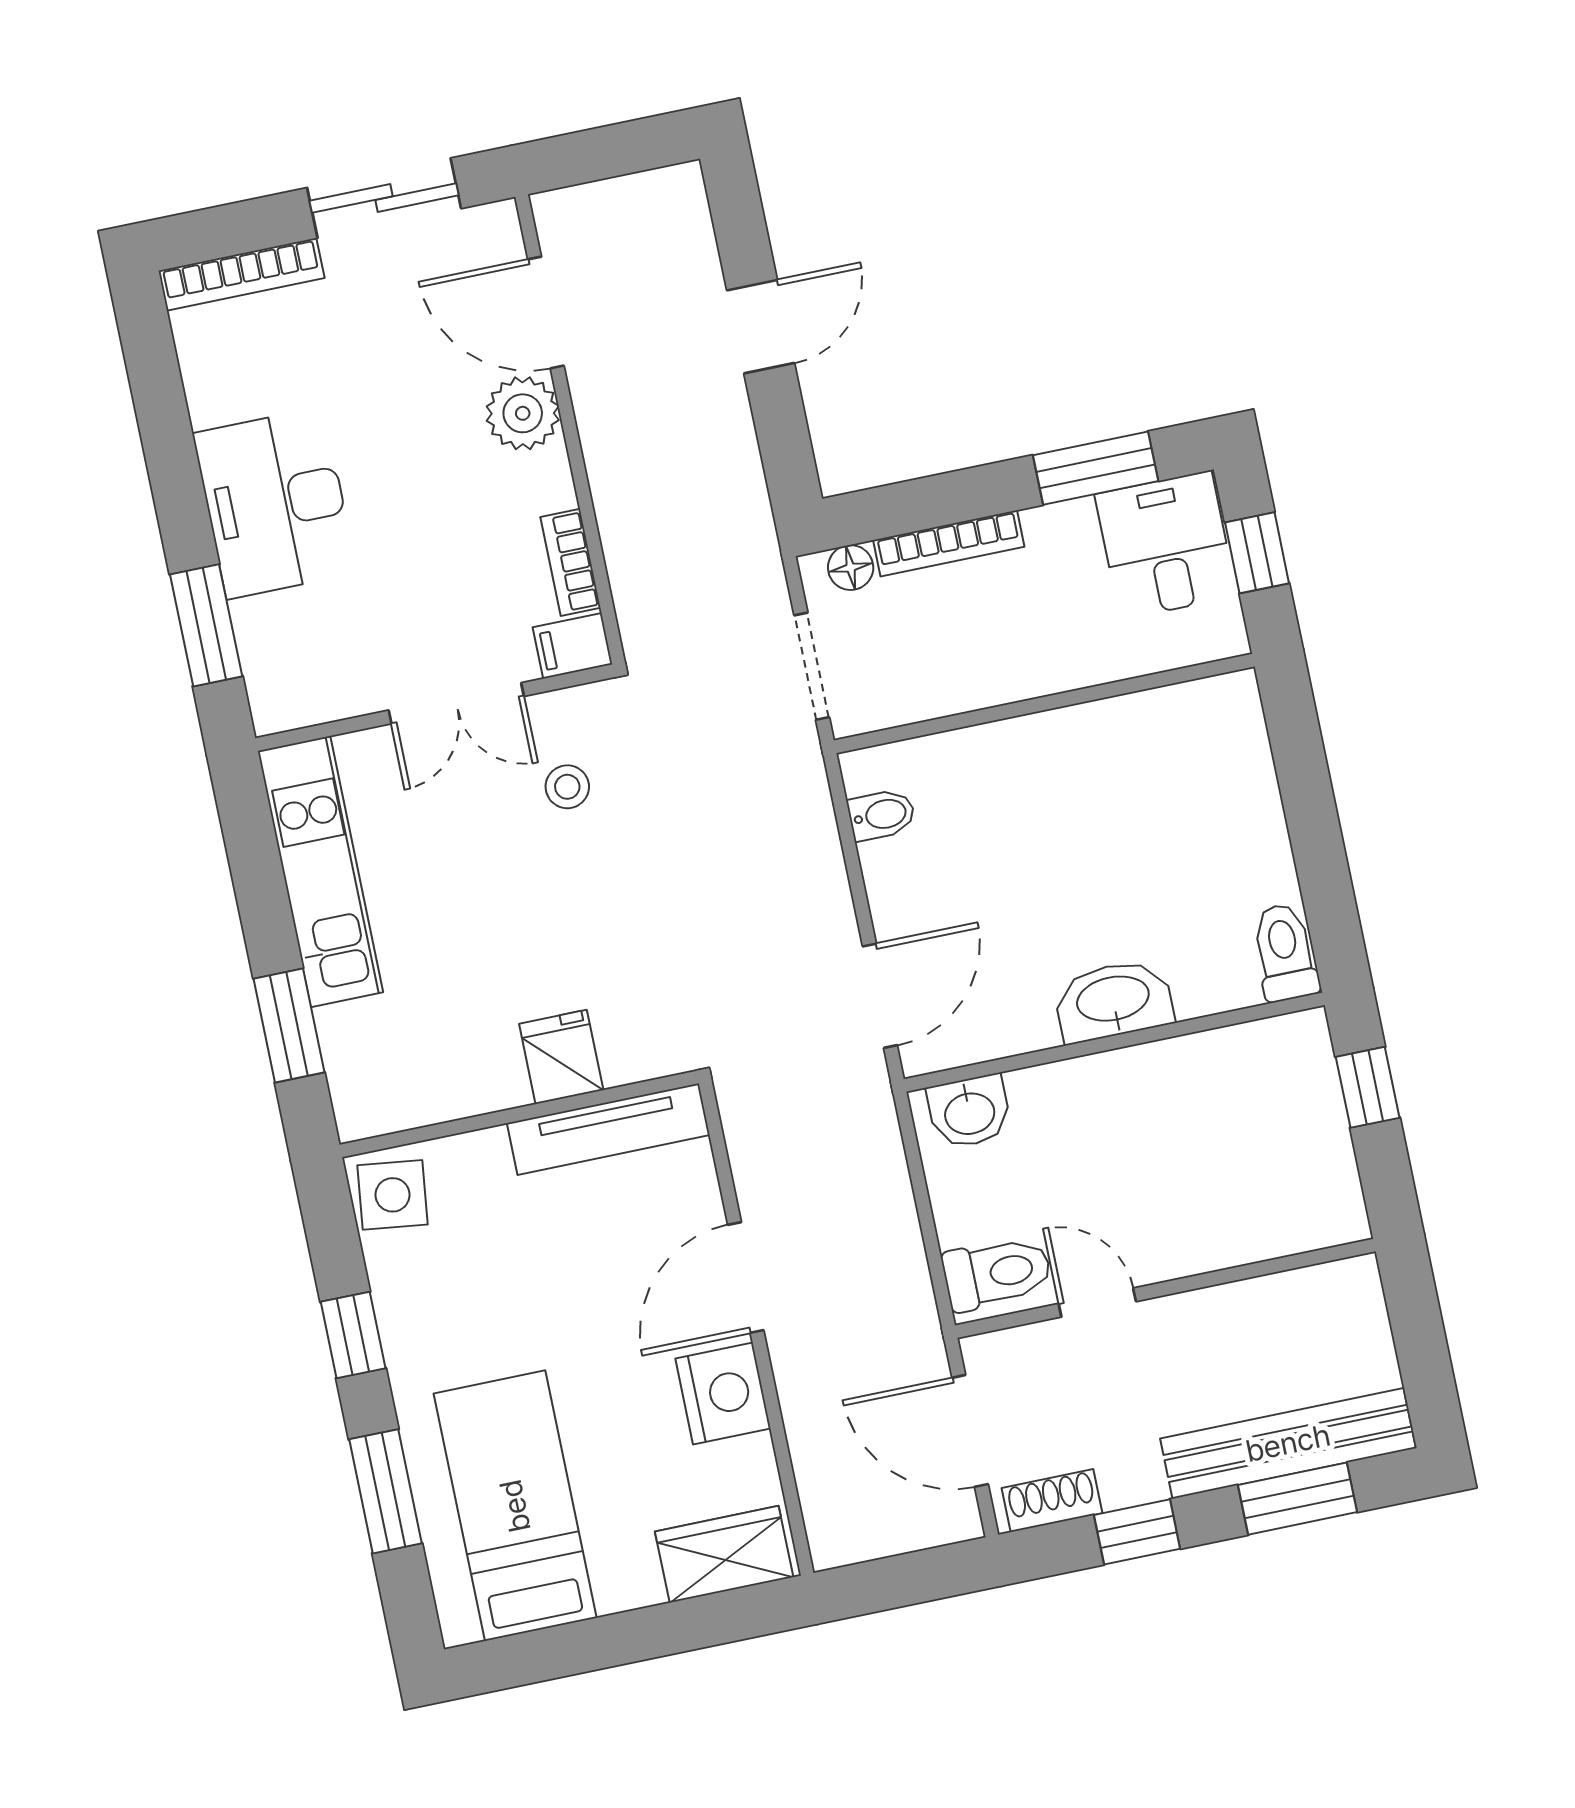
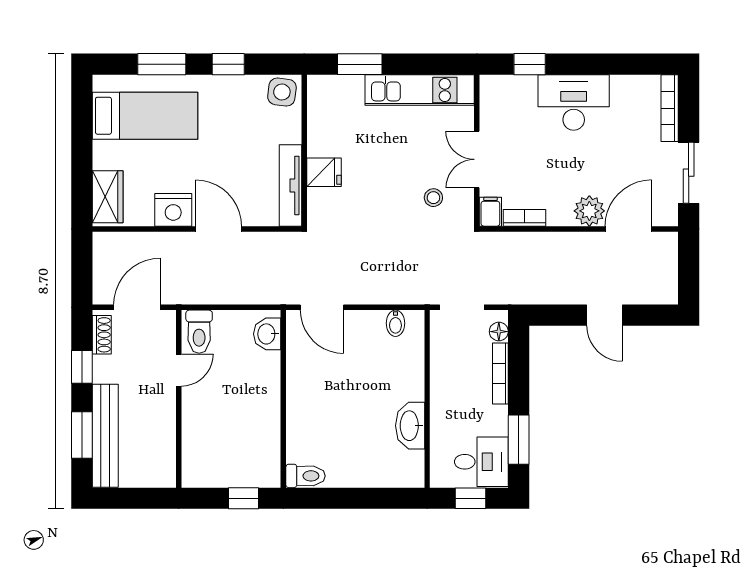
window: (206, 625) -> (530, 64), width x0.67
washbasin: (1113, 1001) -> (410, 426), moved, turned 180

